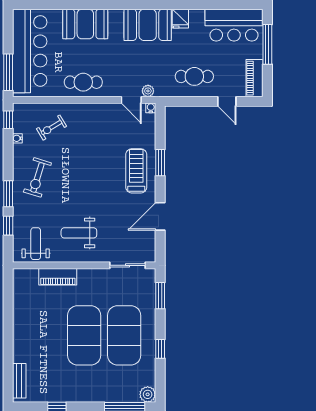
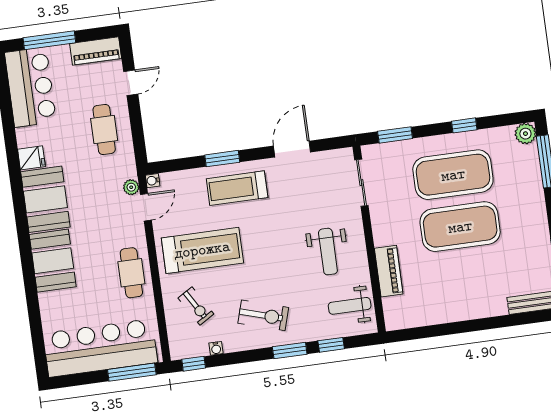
booth: (85, 24) -> (53, 261), moved
treadmill: (93, 138) -> (202, 250), added
door: (160, 216) -> (292, 149), swing flipped

